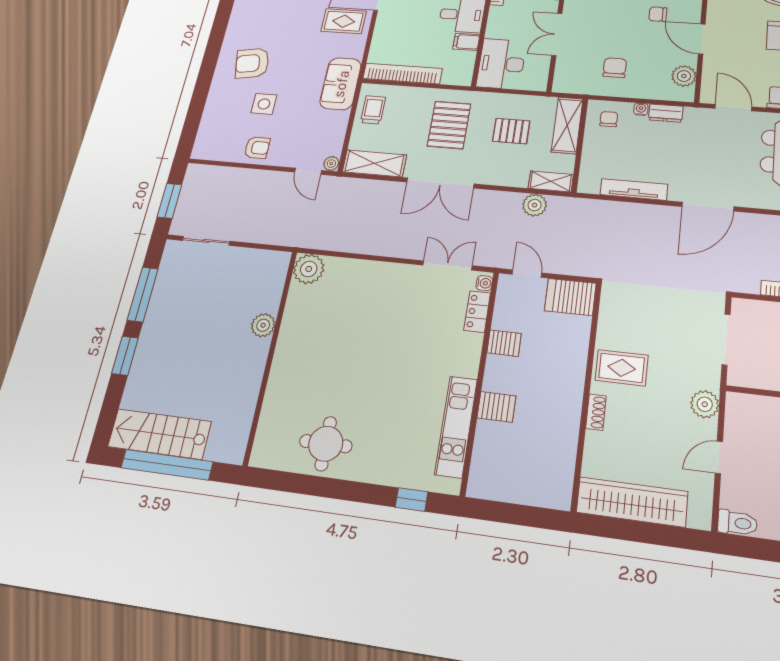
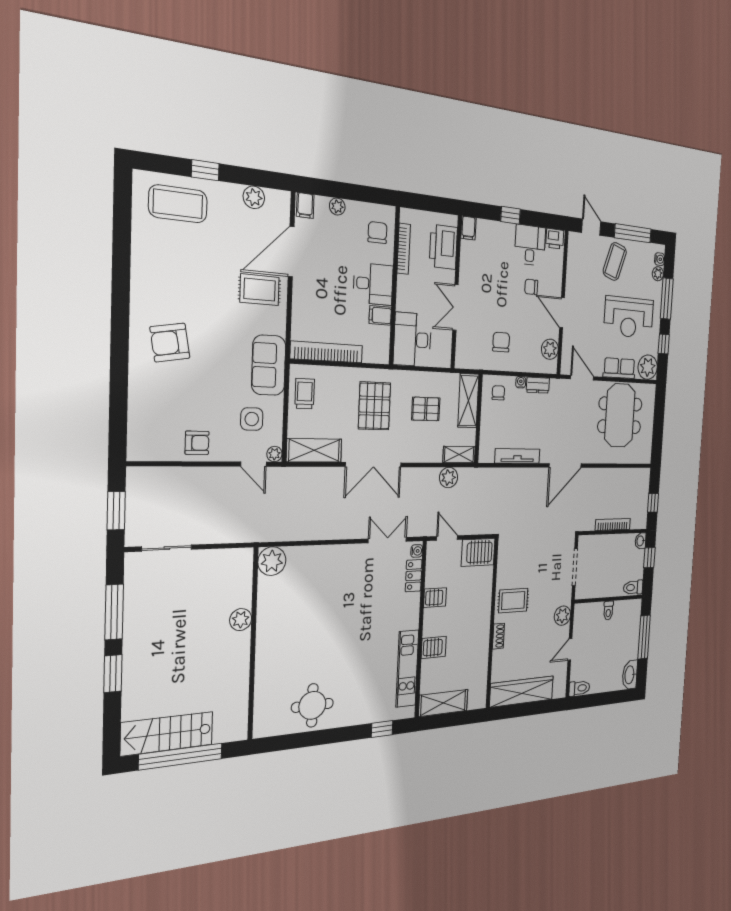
side table: (264, 104) -> (252, 419), moved
shelving: (504, 487) -> (443, 703), added

